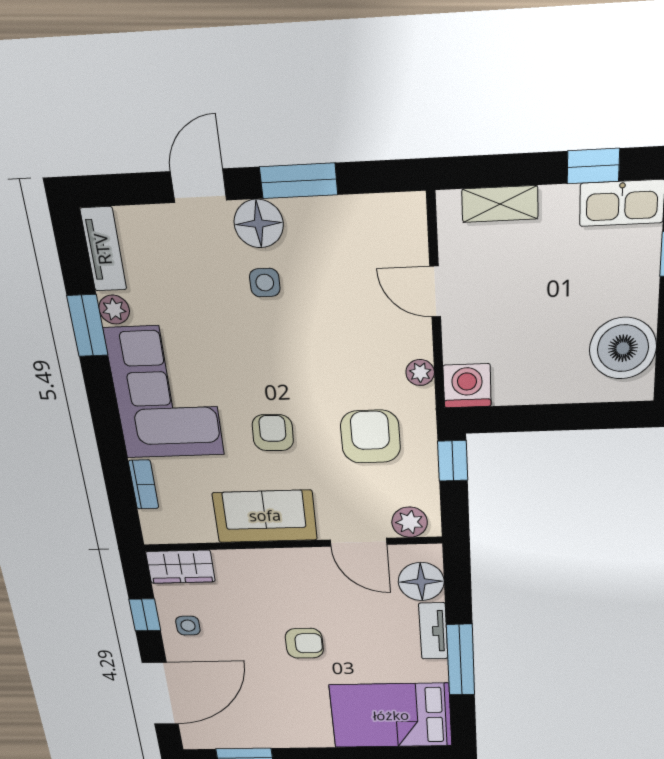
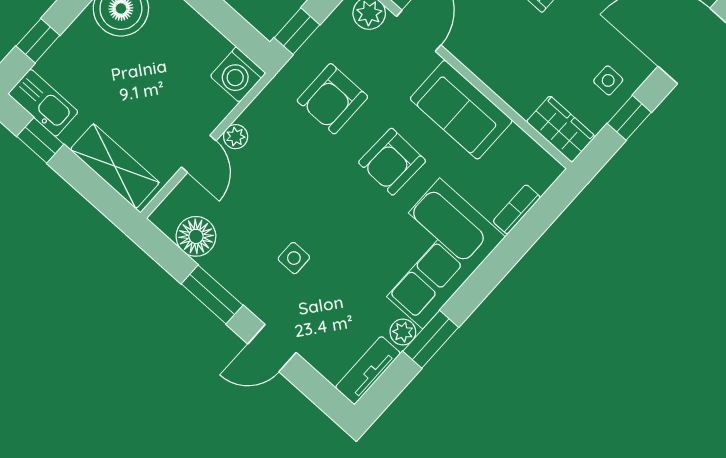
shelving: (500, 204) -> (115, 166), width x1.50, depth x1.33
floor lamp: (259, 224) -> (196, 236), moved
plant: (420, 372) -> (236, 137), moved
armchair: (273, 433) -> (392, 162), width x1.38, depth x1.38

